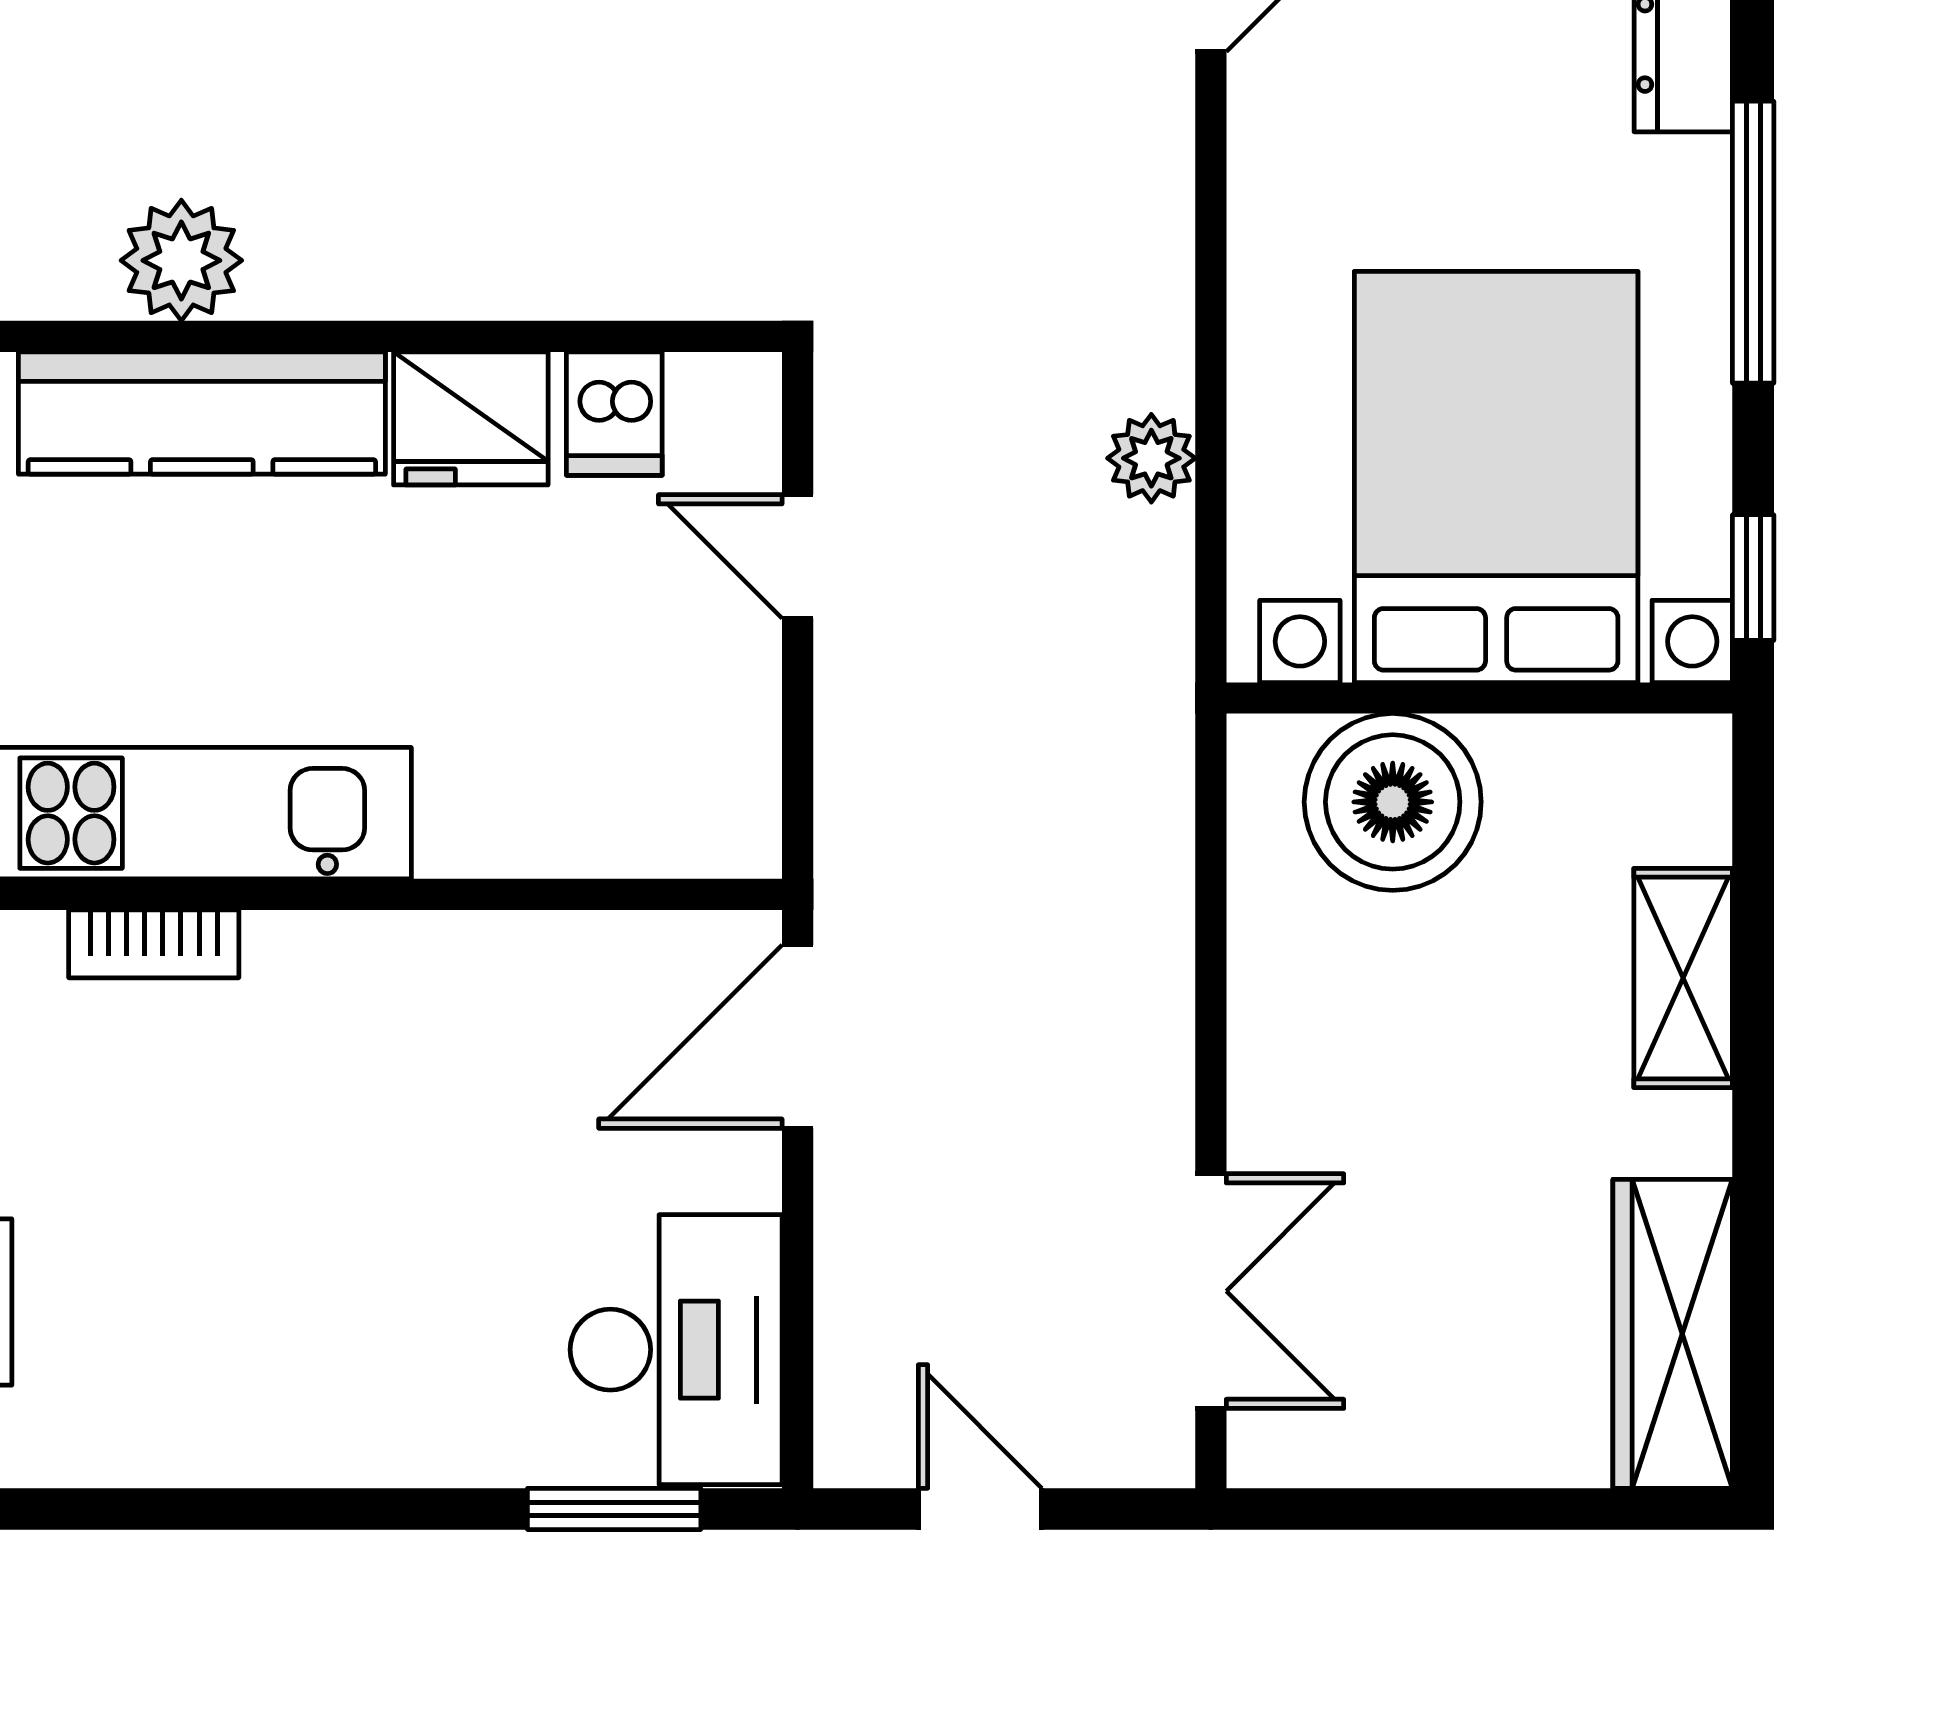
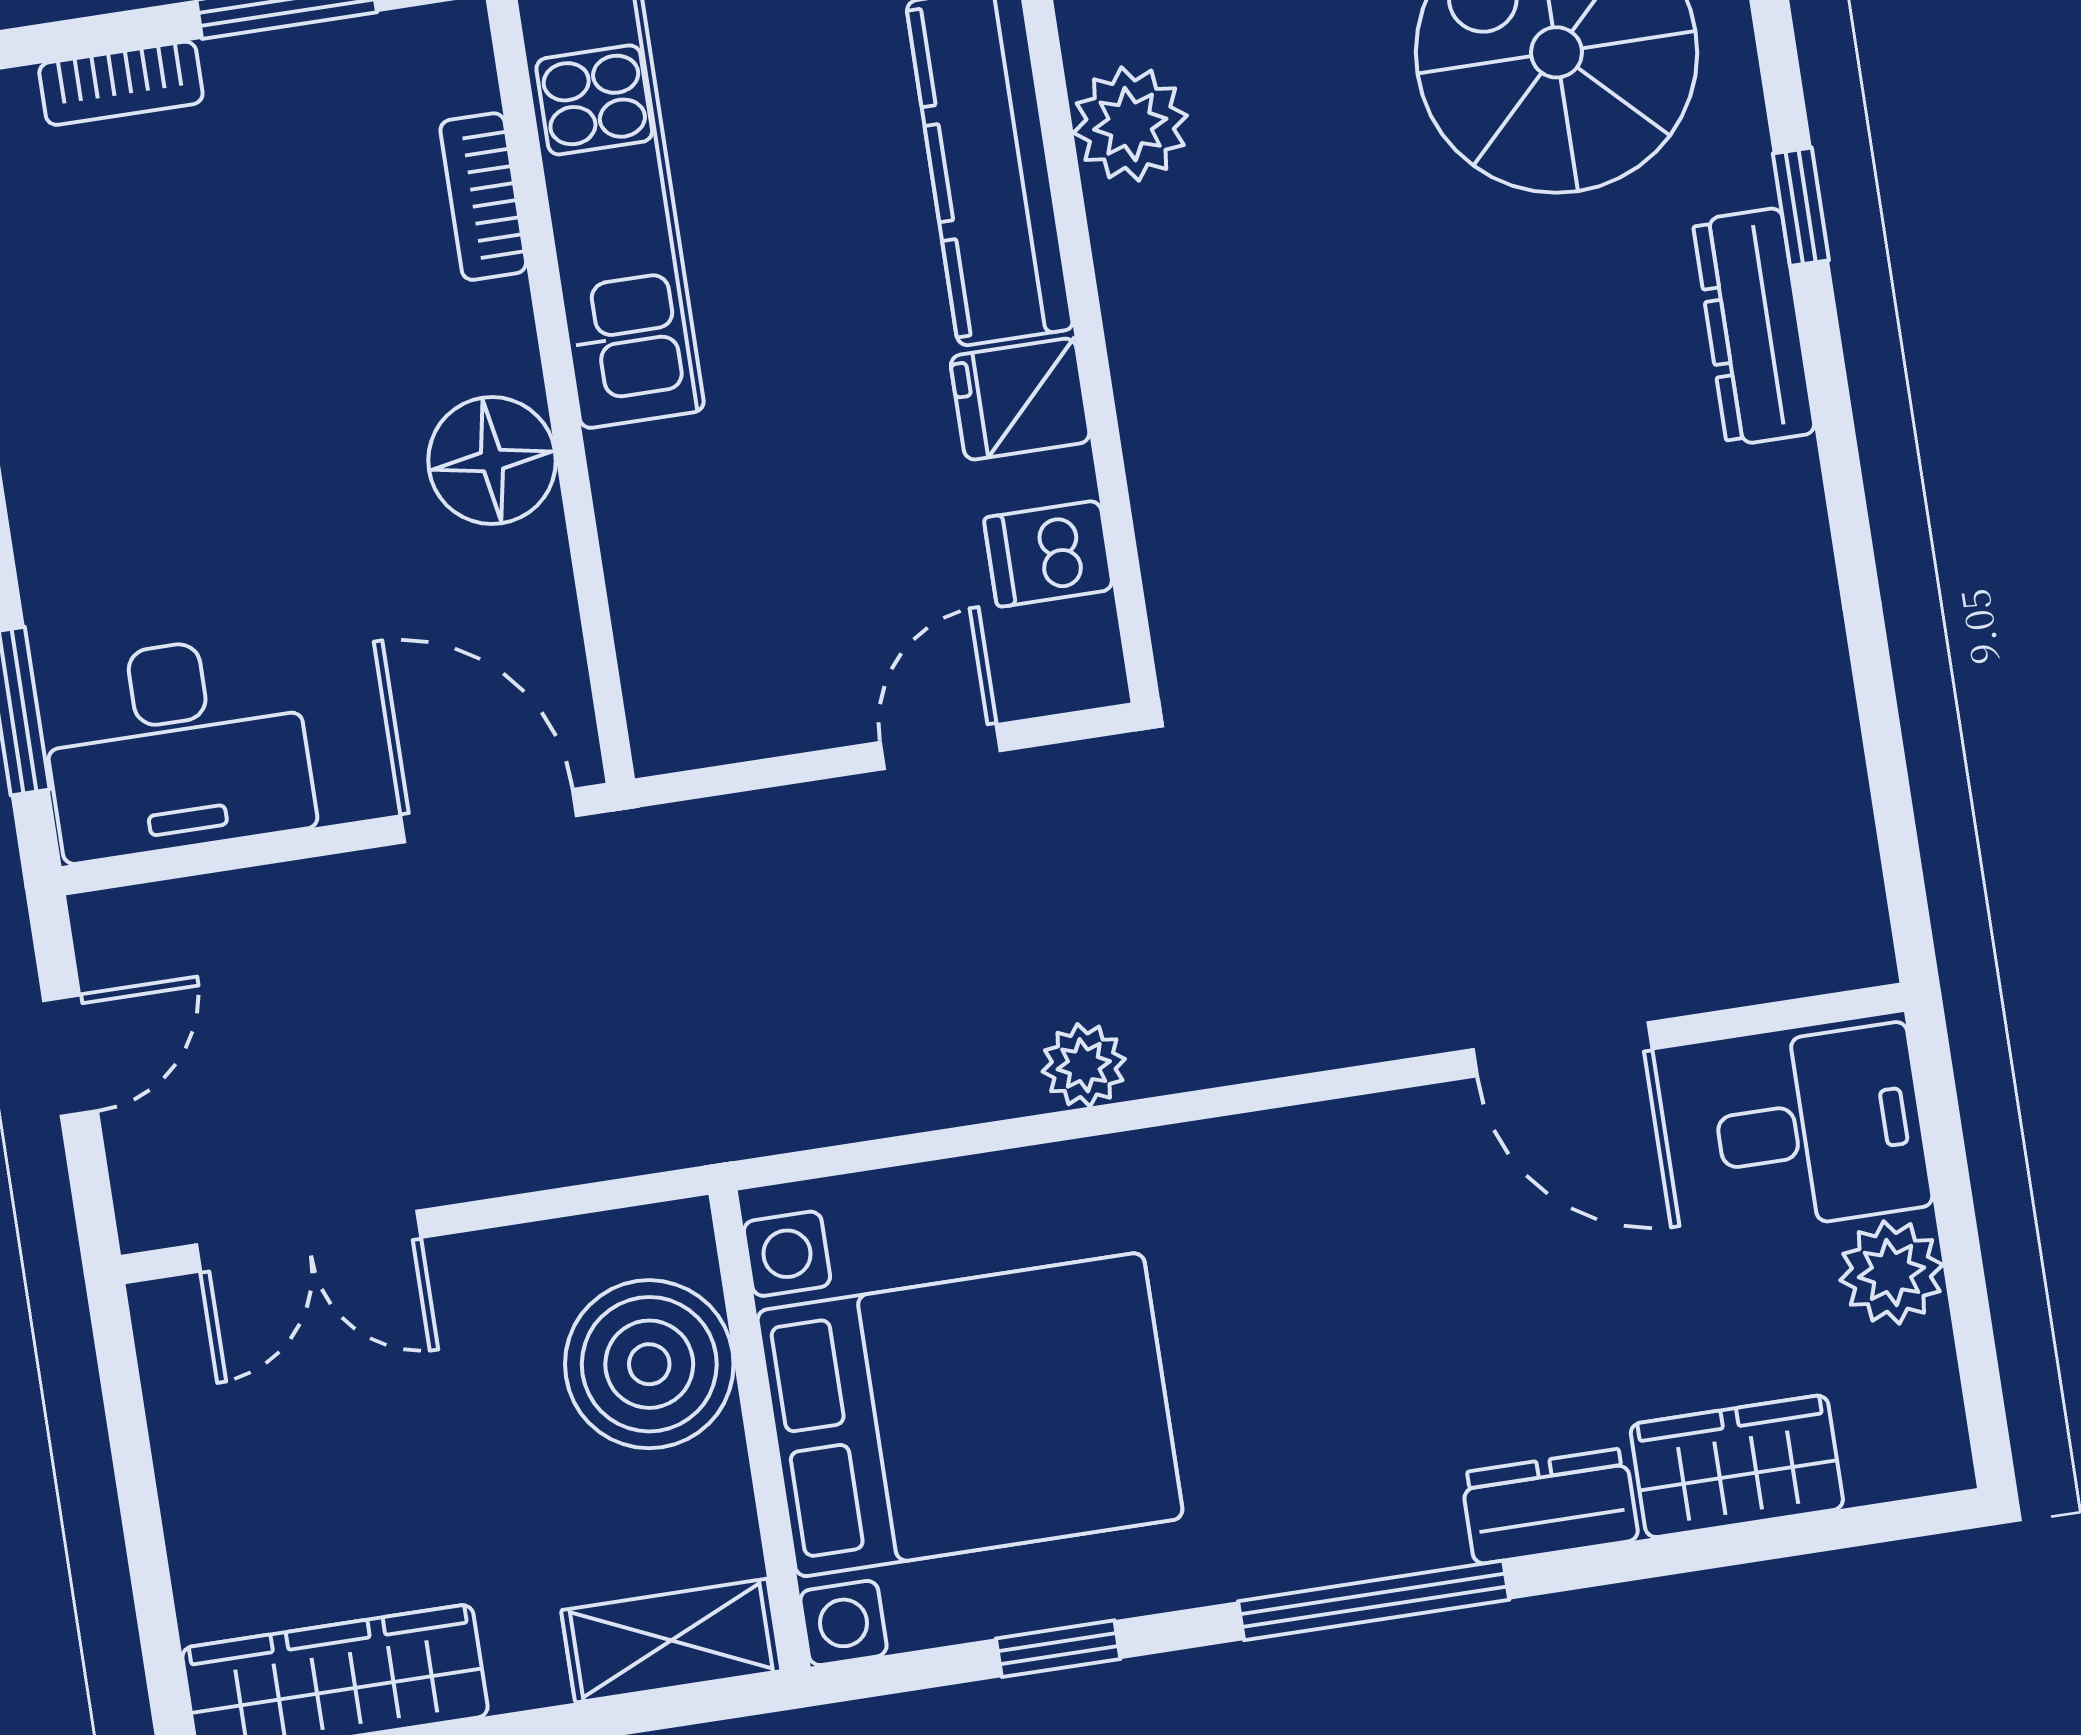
fridge: (471, 418) -> (1020, 399), width x0.72
bed with nightstands: (1496, 477) -> (970, 1415), moved
wall: (1479, 698) -> (760, 1431), moved
boiler: (1393, 802) -> (649, 1364), moved
floor lamp: (429, 977) -> (492, 461), added

